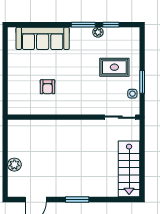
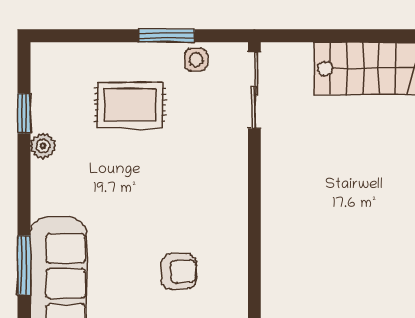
window: (83, 25) -> (24, 265), moved
rug: (114, 67) -> (130, 105), turned 90

